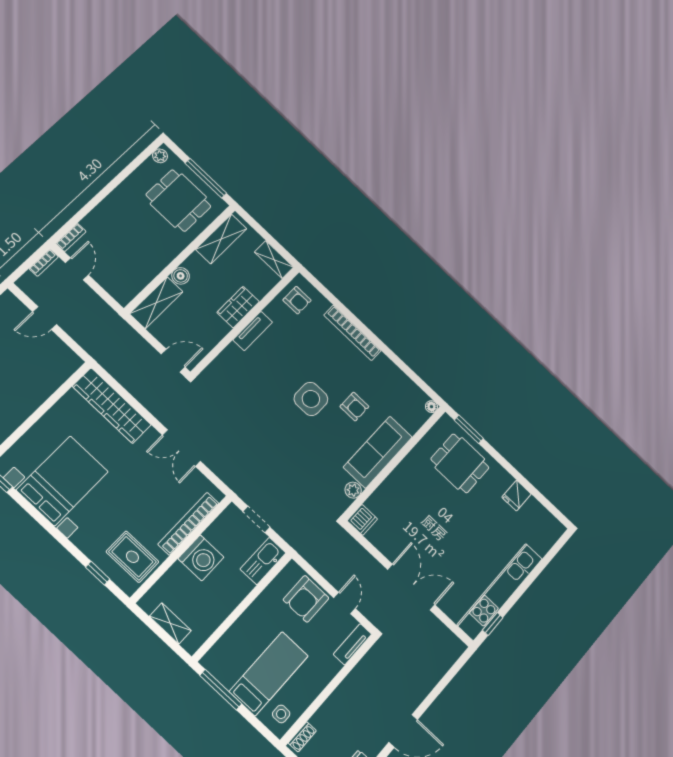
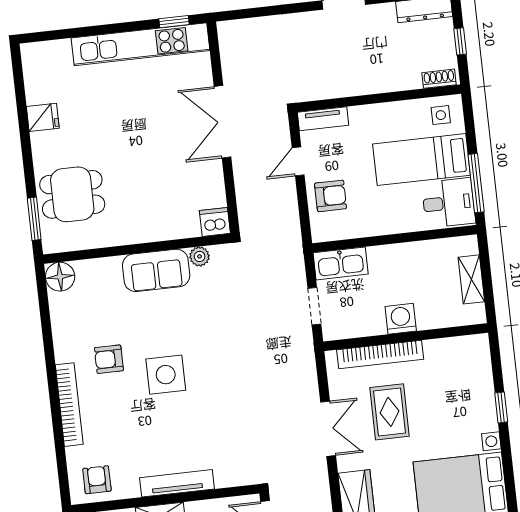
tv unit: (253, 331) -> (177, 483), width x1.41
armchair: (354, 407) -> (109, 359), moved, turned -90
floor lamp: (431, 407) -> (60, 277), width x1.89, depth x1.89
sofa: (378, 452) -> (156, 270), width x0.73
dining table: (460, 463) -> (72, 194), turned 90
rug: (132, 557) -> (390, 412), moved
washing machine: (201, 558) -> (401, 319), width x0.73, depth x0.73
window: (98, 573) -> (501, 407), moved
armchair: (306, 599) -> (331, 196), width x0.72, depth x0.72
desk: (228, 661) -> (449, 203), added

